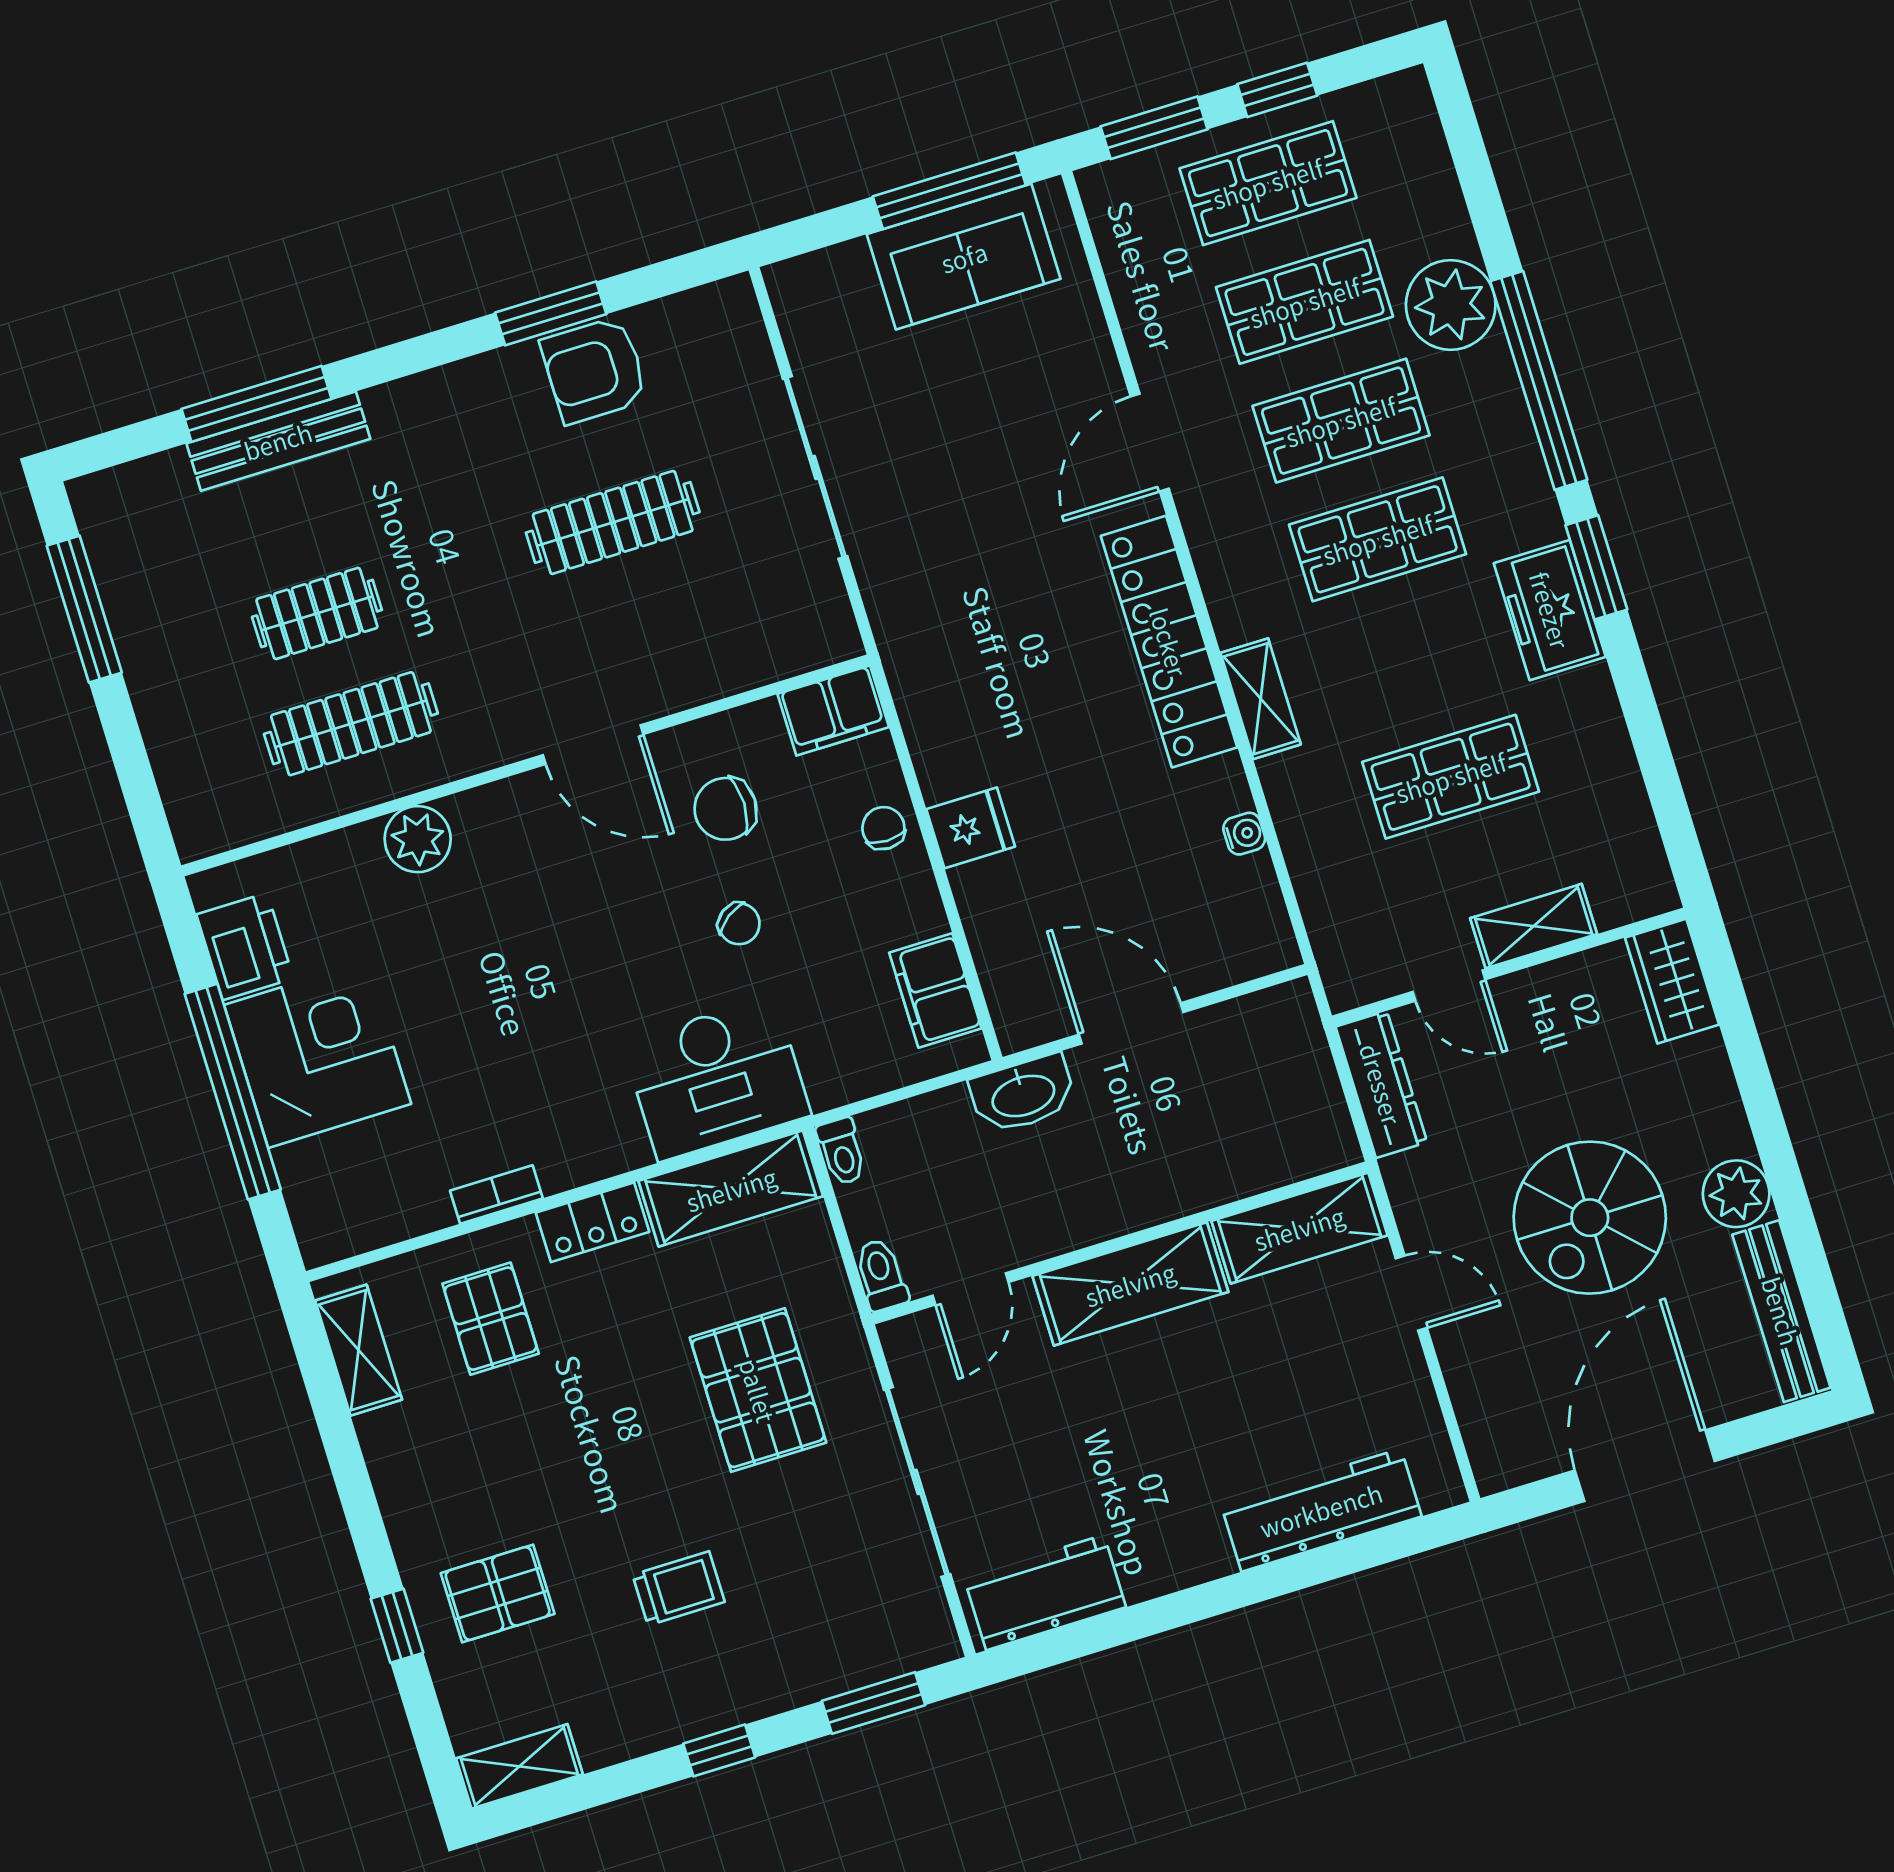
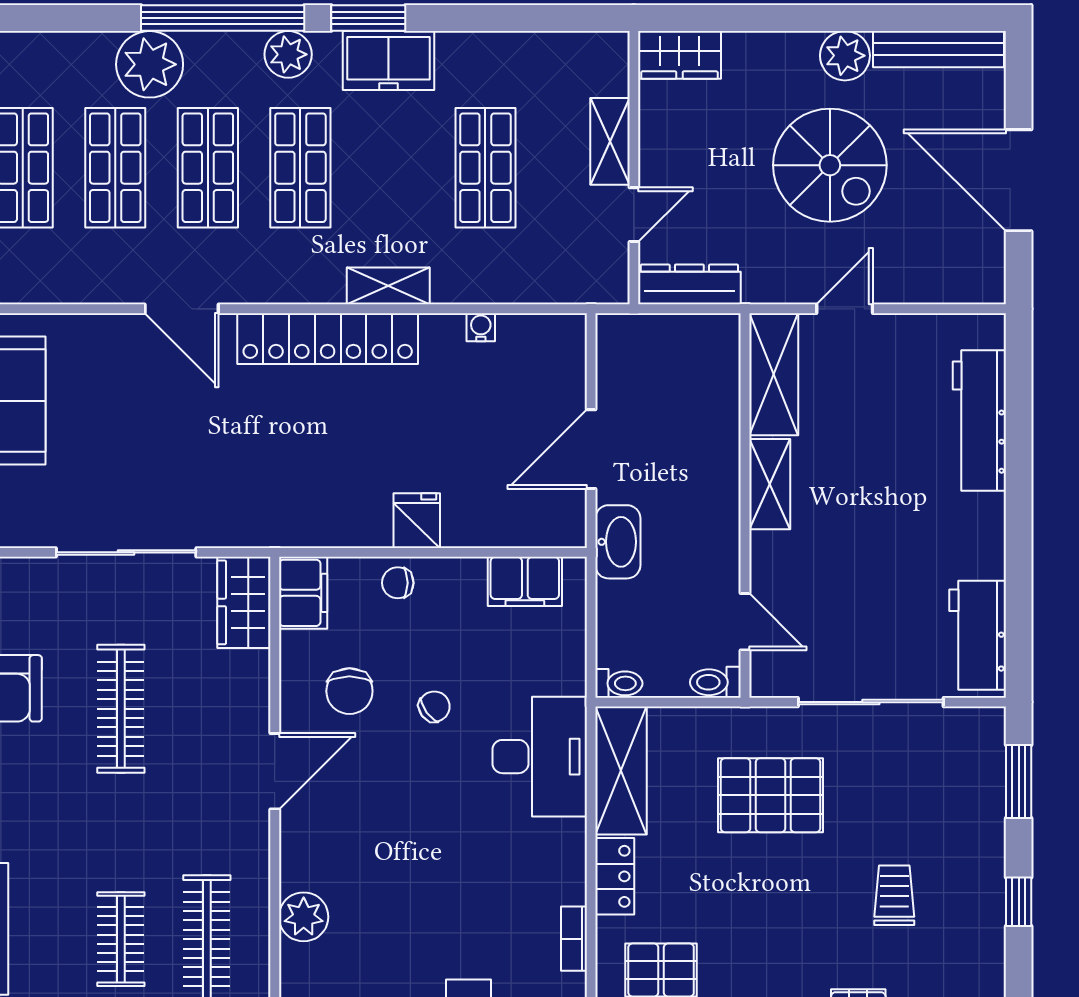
plant: (1518, 479) -> (288, 54), added
wardrobe: (798, 638) -> (244, 602), added
shelving: (1130, 1284) -> (770, 484), width x0.67, depth x0.75

